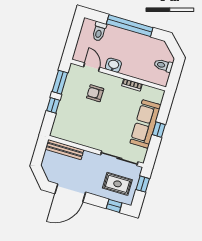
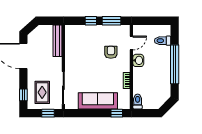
toilet: (163, 65) -> (138, 101), moved
window: (159, 130) -> (117, 113), moved

